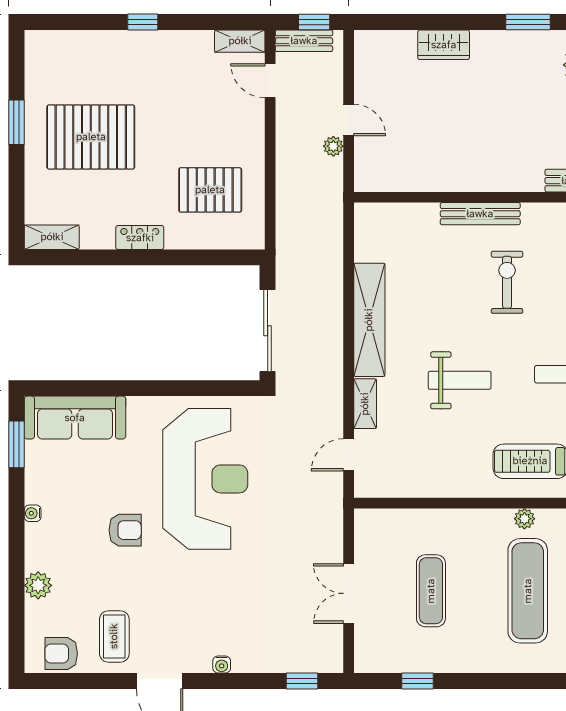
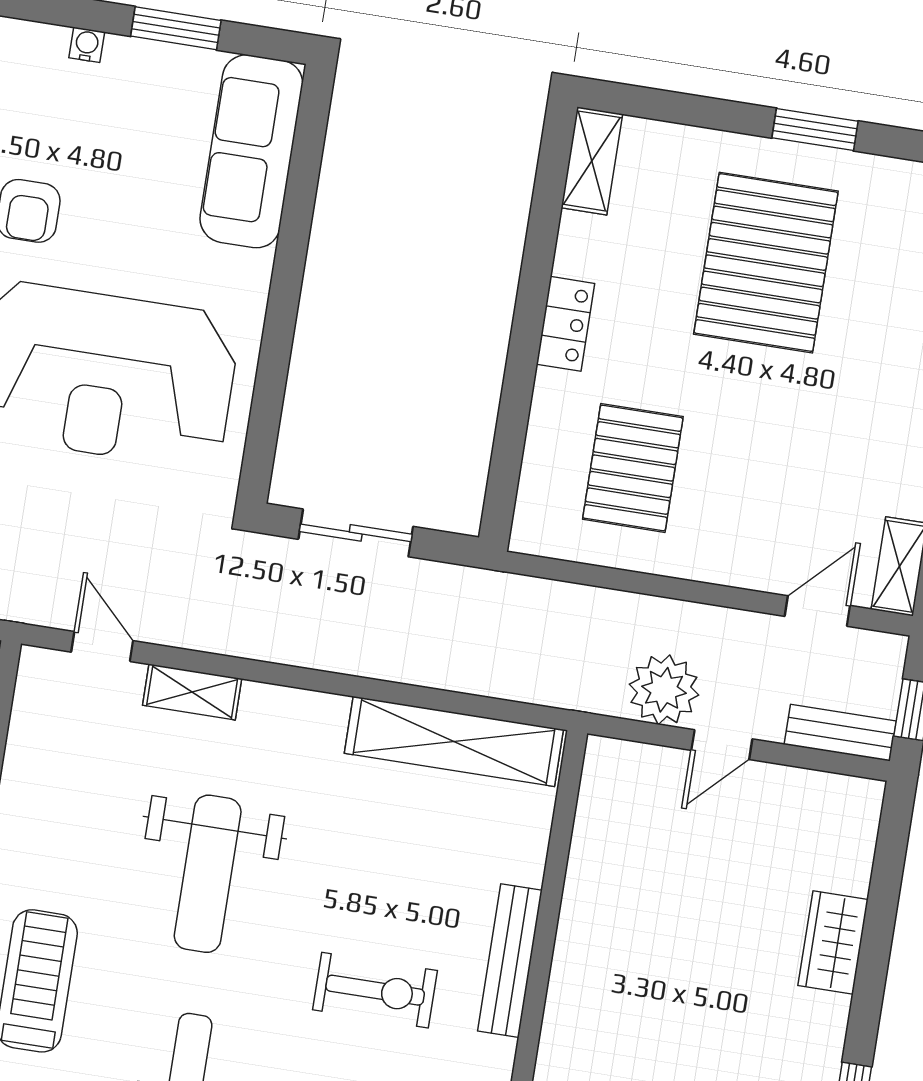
bench: (304, 41) -> (840, 733), moved, turned 90
plant: (333, 146) -> (664, 690), width x1.87, depth x1.87
shelving: (369, 320) -> (454, 741), moved
sliding door: (268, 331) -> (356, 533), width x0.73
weight bench: (460, 380) -> (208, 874), width x1.36, depth x1.33
window: (16, 444) -> (176, 28), moved

